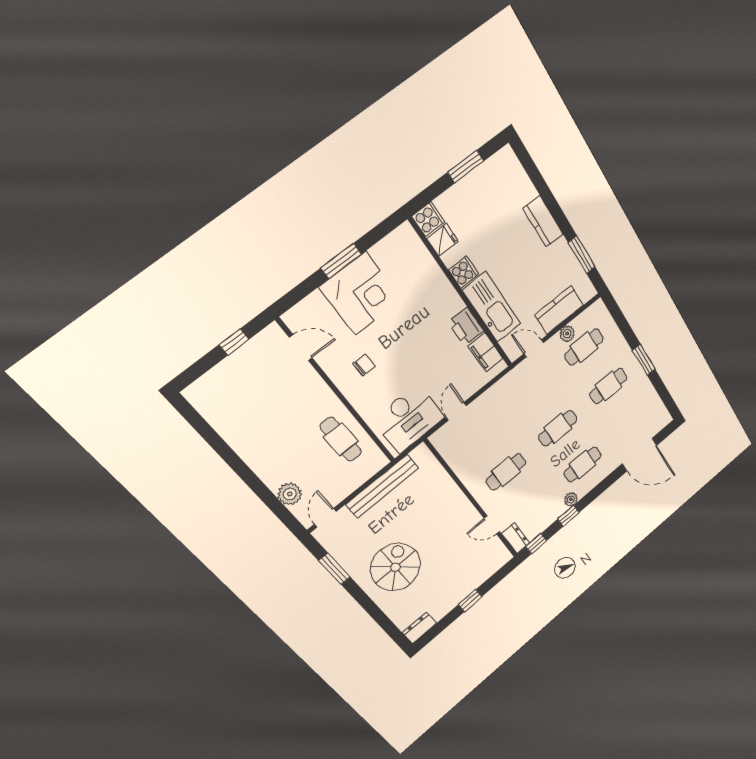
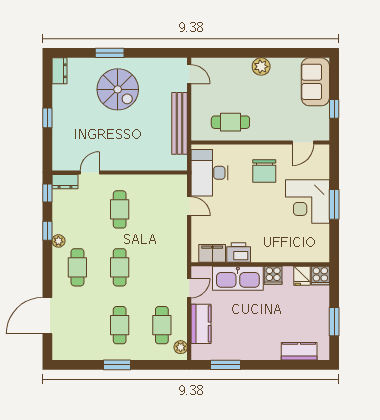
kitchen counter: (543, 221) -> (299, 351), moved
plant: (567, 334) -> (181, 347), moved
chair: (364, 365) -> (264, 171), width x1.87, depth x1.87
sofa: (221, 386) -> (315, 82), added
plant: (290, 494) -> (261, 67), moved
window: (335, 569) -> (110, 53), moved

